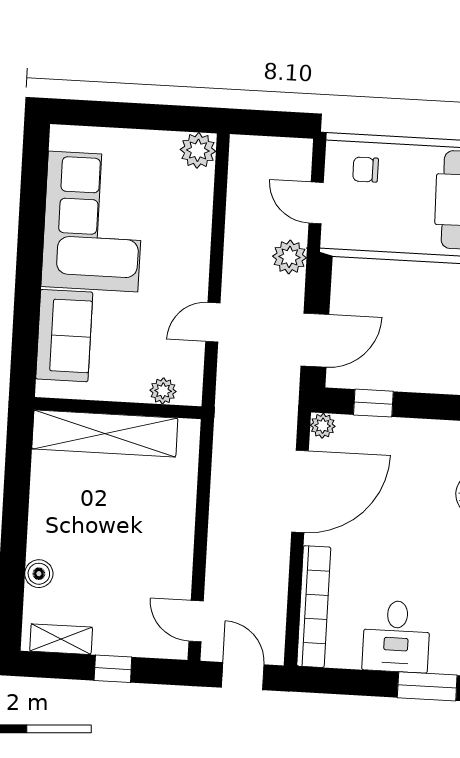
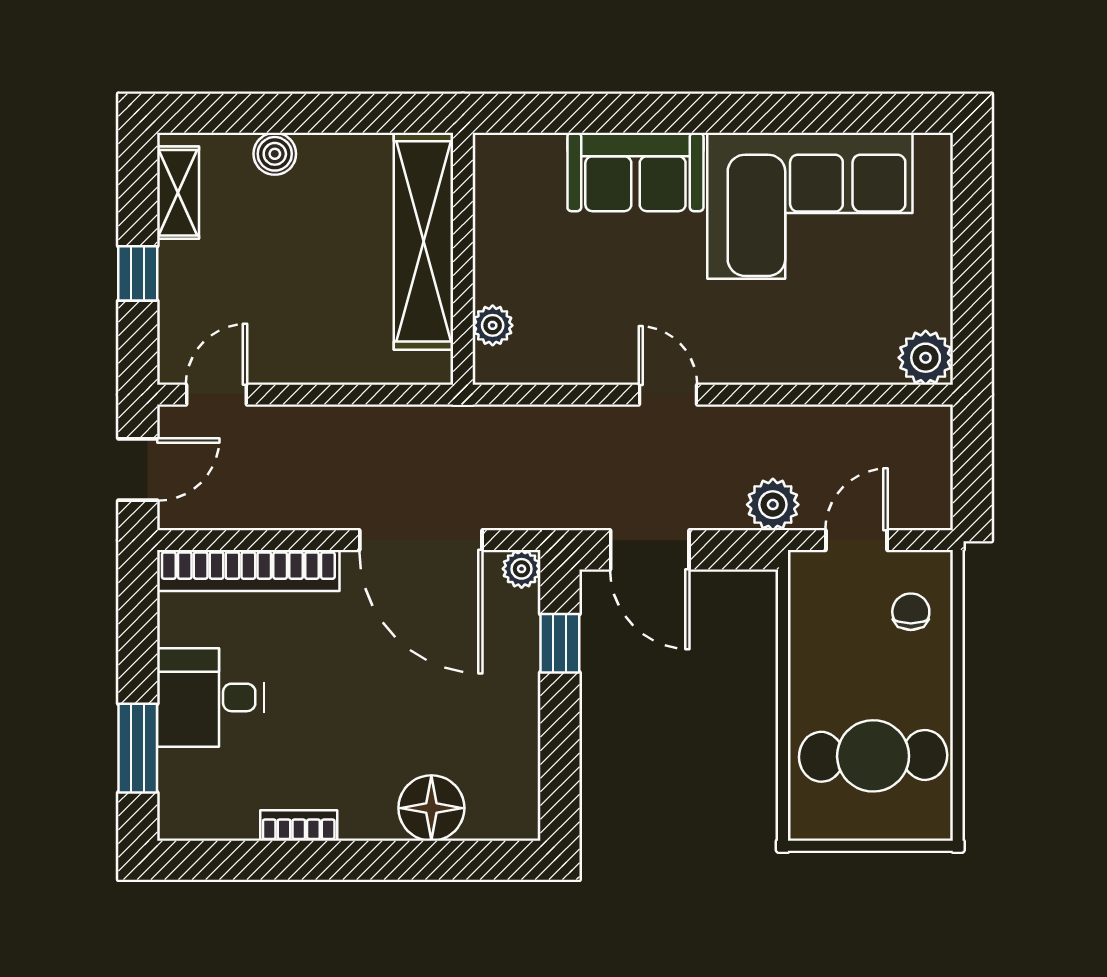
plant: (163, 391) -> (493, 325), moved
wall: (118, 408) -> (463, 259), moved
shelving: (105, 434) -> (424, 241), moved

